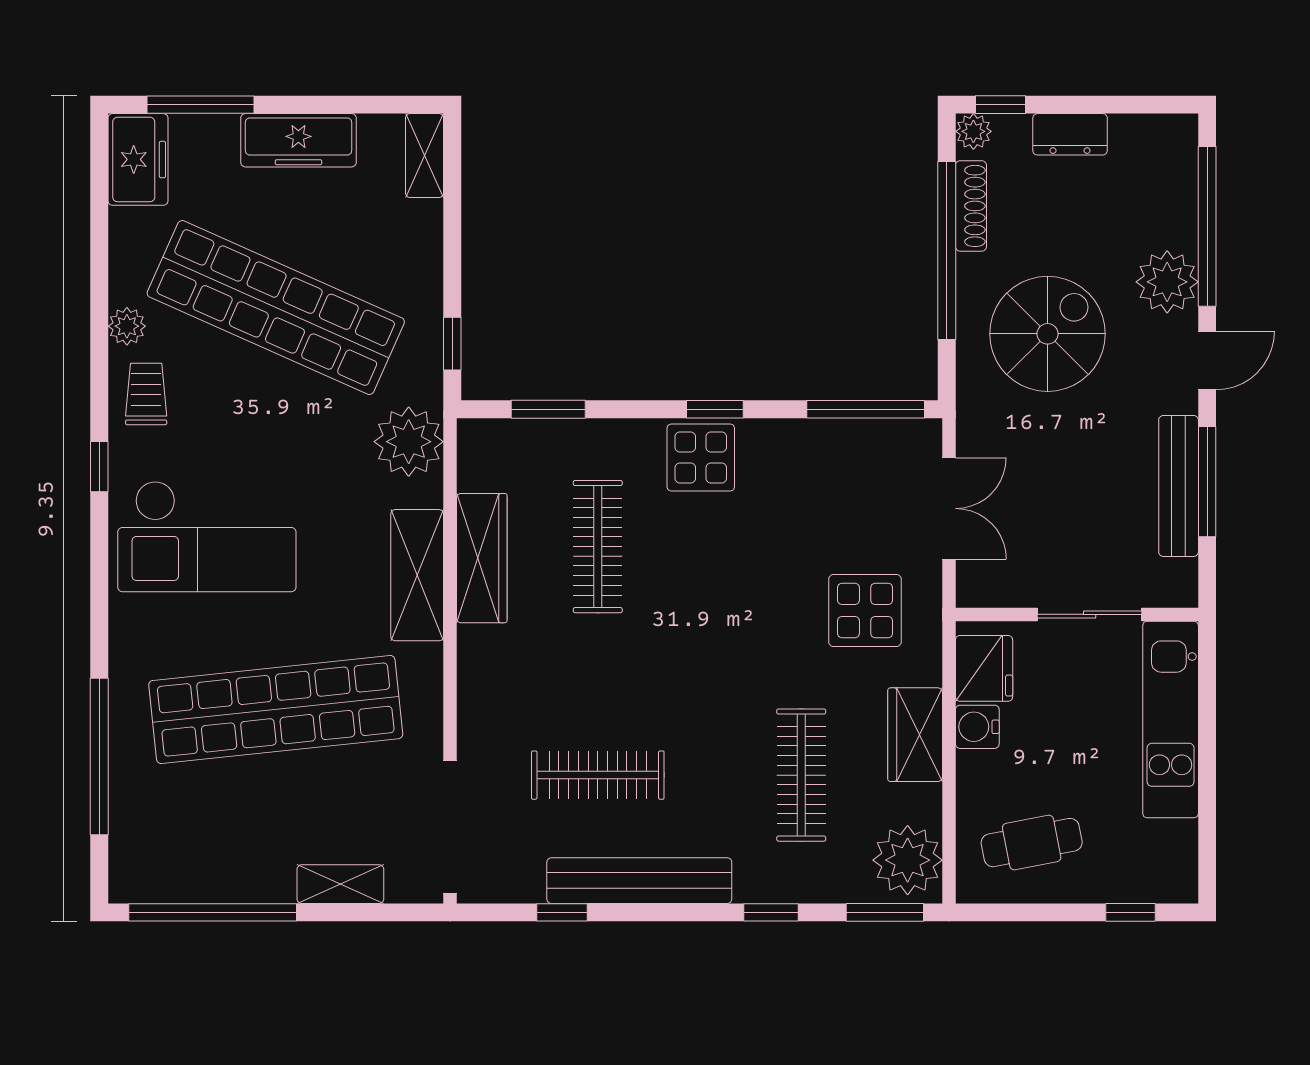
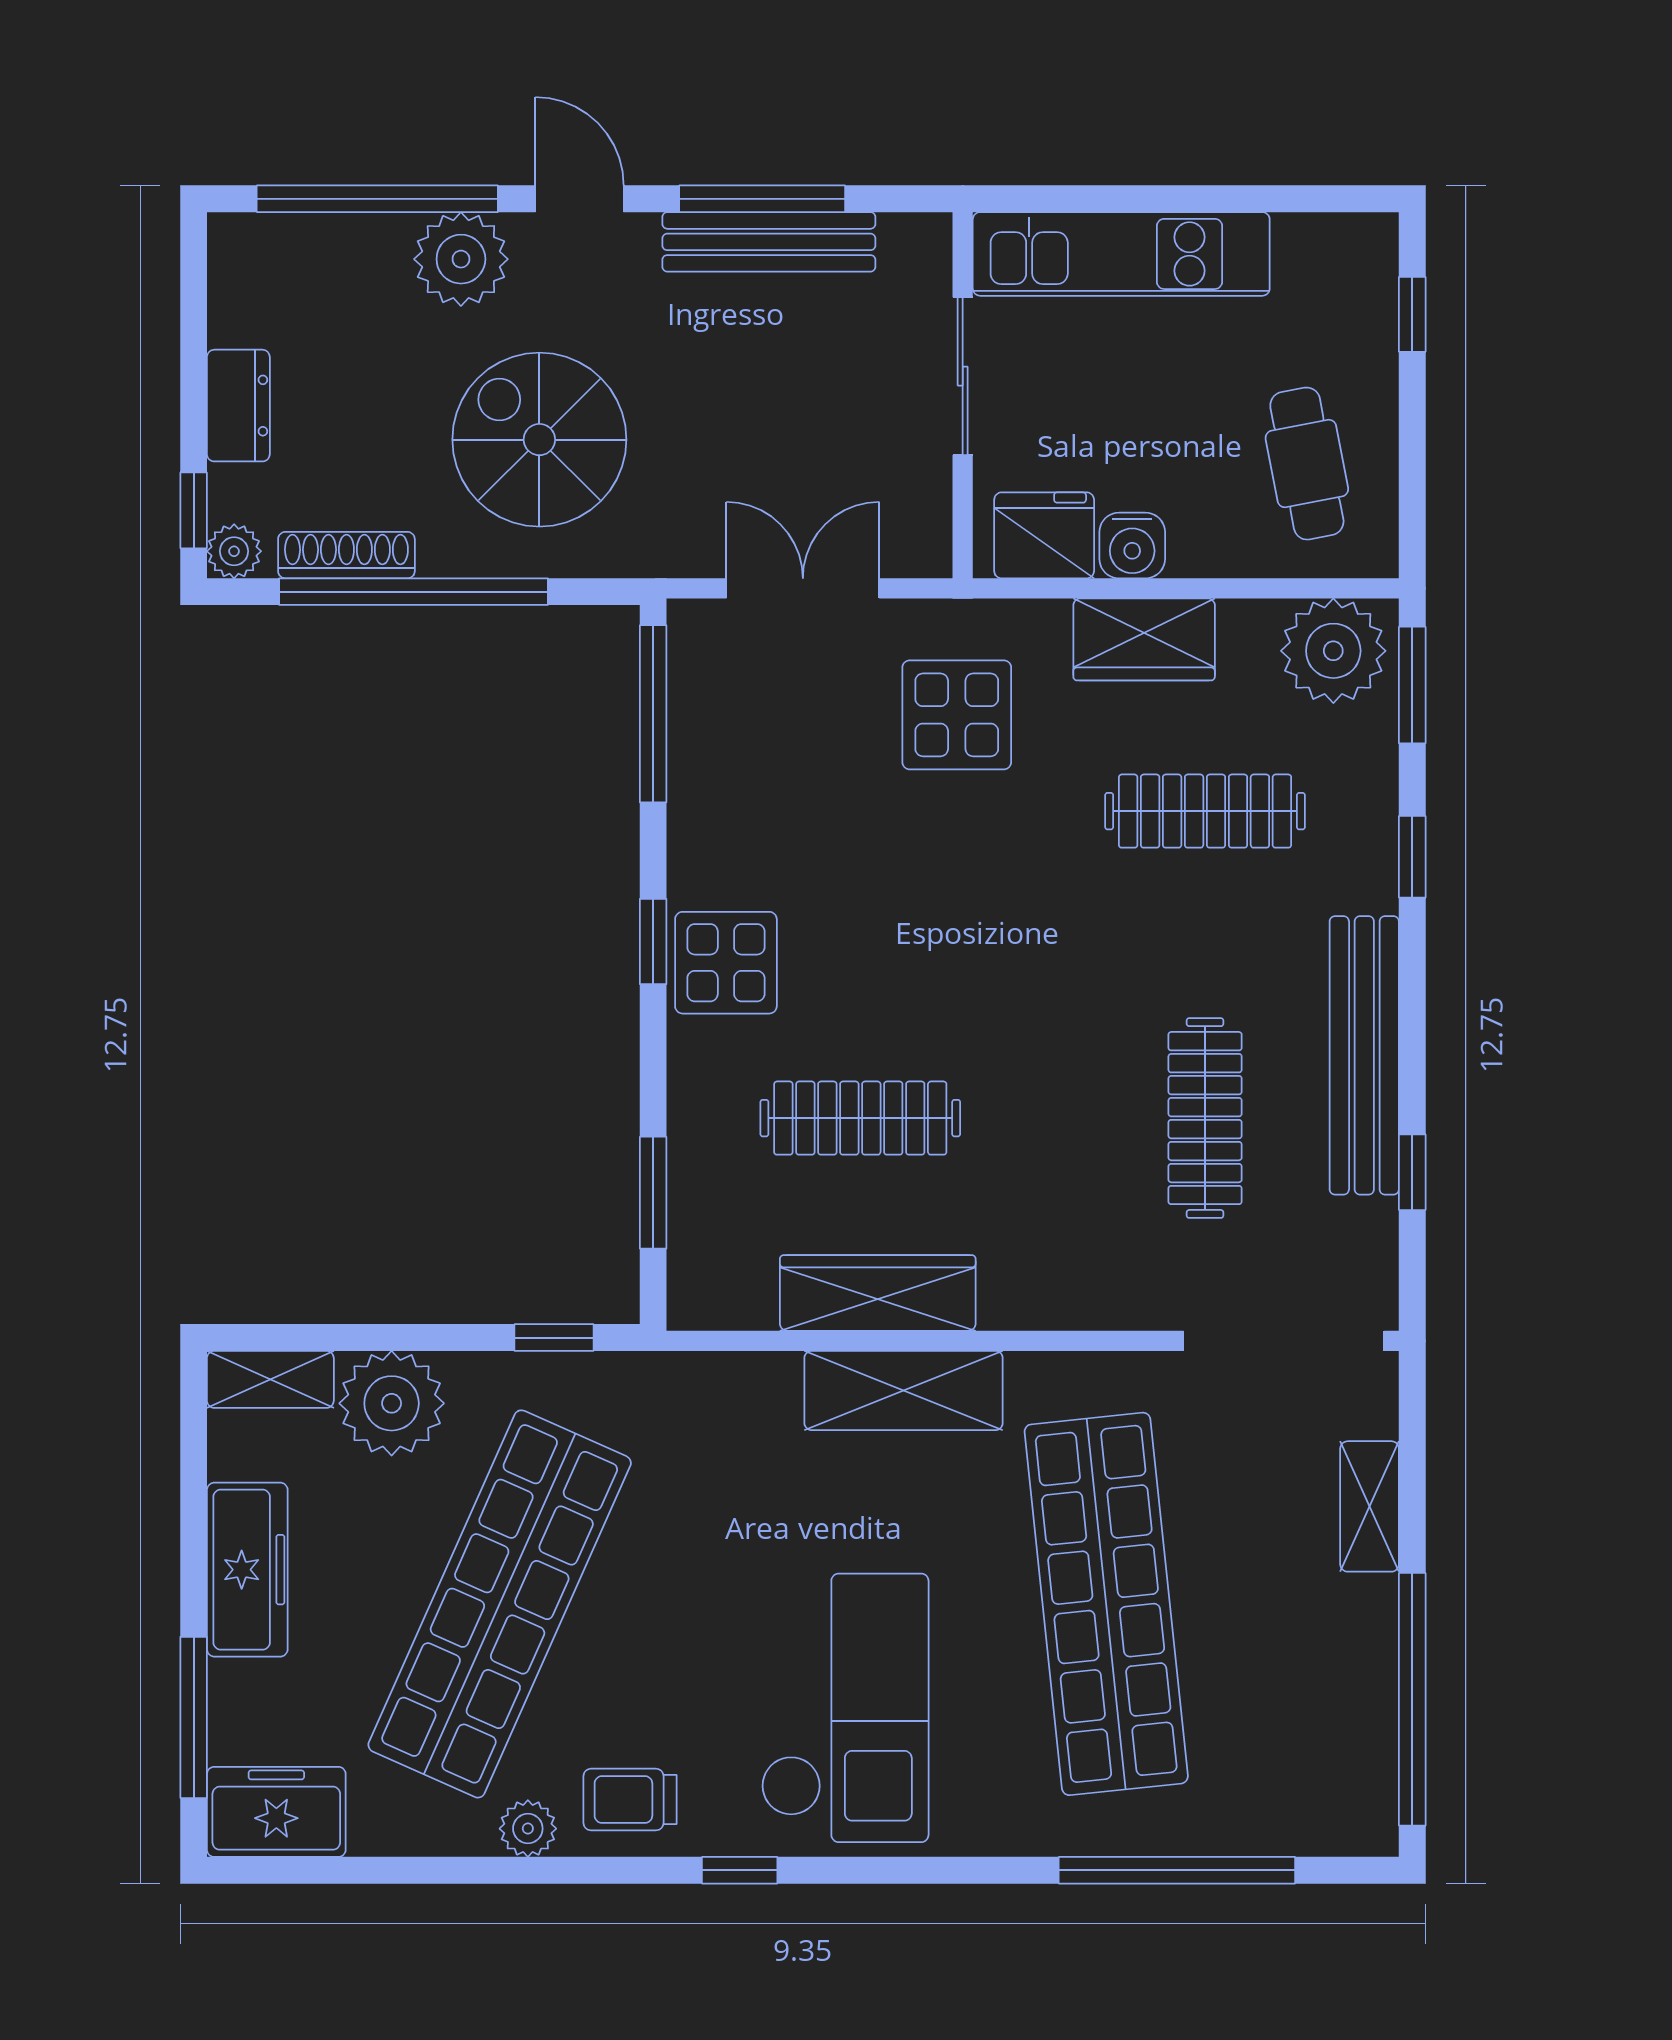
plant: (409, 442) -> (392, 1403), moved

